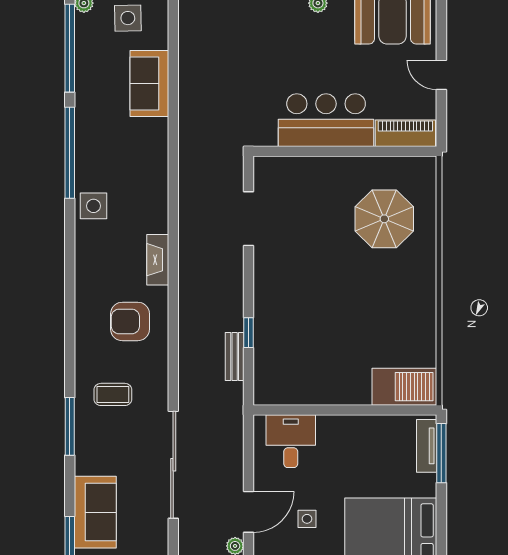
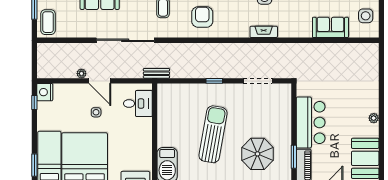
window: (390, 151) -> (294, 157), added
fireplace: (158, 260) -> (264, 32), moved
sun lounger: (348, 302) -> (213, 134), added
window: (249, 333) -> (214, 81), moved
bench: (235, 356) -> (156, 73), moved

